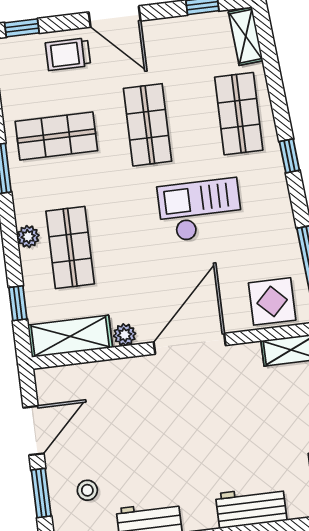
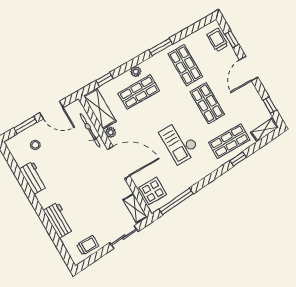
window: (22, 28) -> (232, 39), moved
trolley: (68, 54) -> (217, 40), moved
shop shelf: (148, 125) -> (207, 103), turned 90
window: (289, 156) -> (238, 159), moved
checkout: (200, 210) -> (180, 142), turned 180
bicycle: (104, 373) -> (90, 130), added

